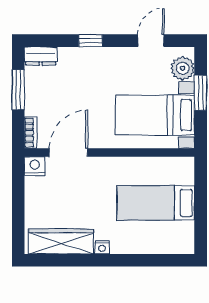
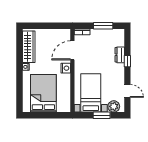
dresser: (41, 56) -> (120, 55), moved
door: (68, 152) -> (72, 50), swing flipped
nightstand: (35, 166) -> (66, 68), moved
bed: (156, 203) -> (43, 93), width x1.50

